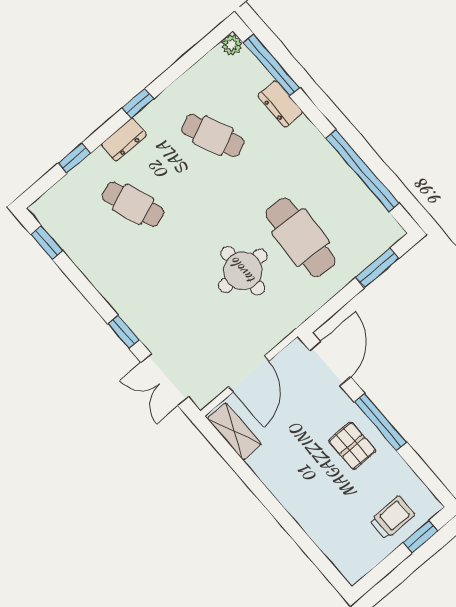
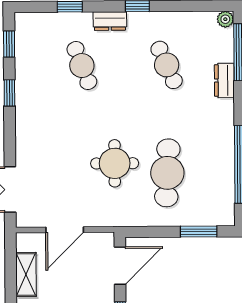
window: (124, 332) -> (9, 93), moved
shelving: (234, 431) -> (26, 274), moved

